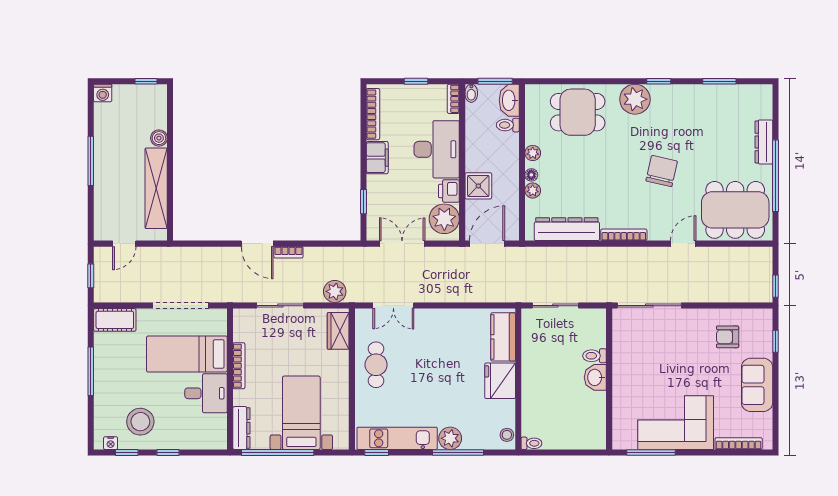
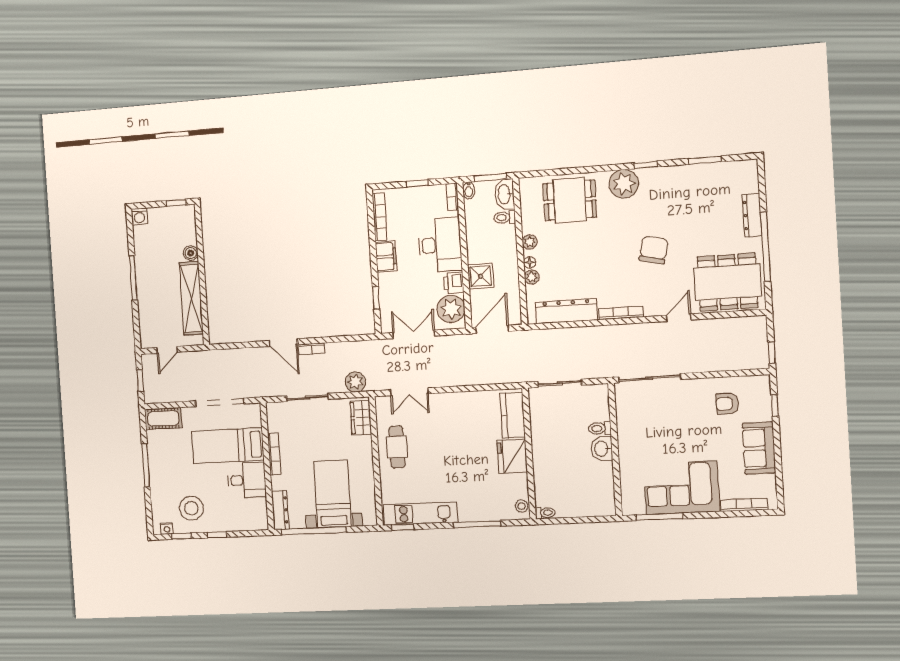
plant: (450, 438) -> (469, 511), removed

